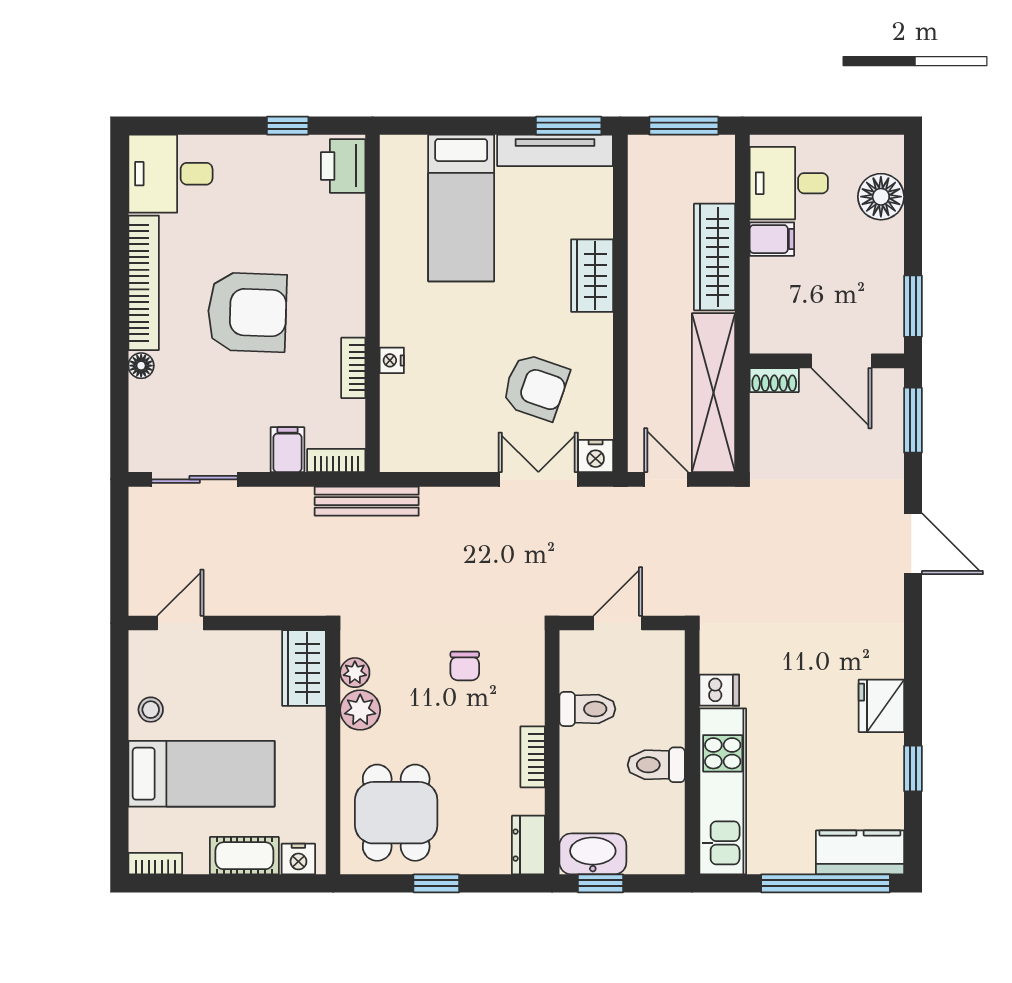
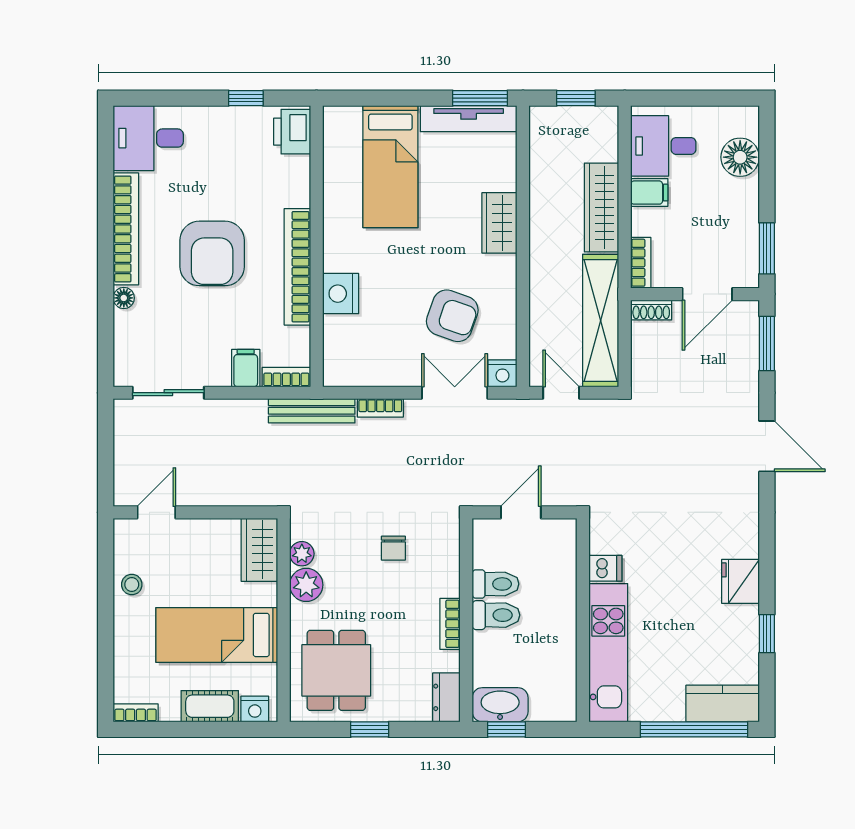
window: (684, 126) -> (576, 98), width x0.67
armchair: (247, 312) -> (212, 253), turned 88
bookcase: (762, 323) -> (641, 263), added
nightstand: (392, 360) -> (341, 294), width x1.89, depth x1.79
door: (841, 361) -> (707, 294), hinge flipped
bookcase: (353, 368) -> (297, 267), width x2.31, depth x1.31
bookcase: (449, 498) -> (380, 408), added
toilet: (656, 765) -> (496, 615), moved, turned 180
bed: (201, 774) -> (217, 635), moved, turned 180

